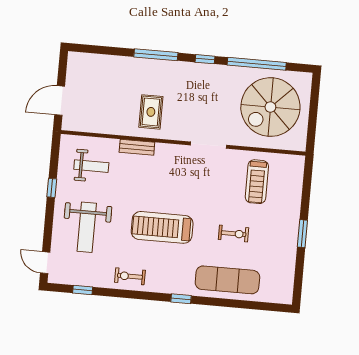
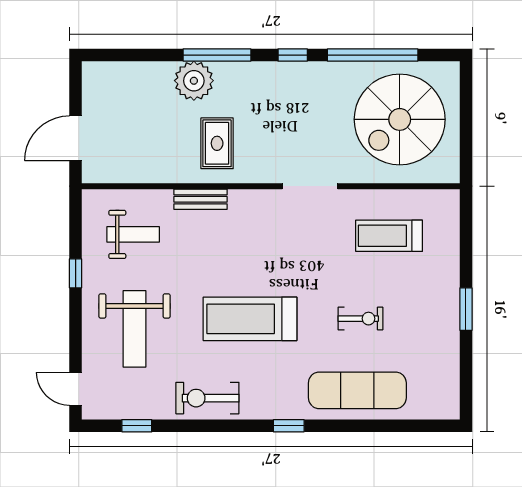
plant: (140, 70) -> (194, 81), added
treadmill: (257, 182) -> (389, 236), turned 90
exercise bike: (130, 276) -> (207, 398), width x1.38, depth x1.39

